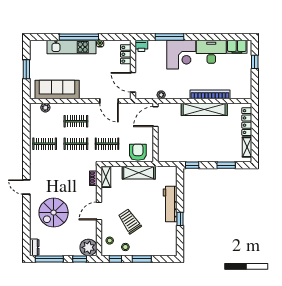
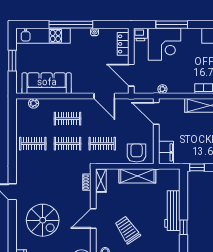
kitchen unit: (71, 47) -> (43, 36), moved
corner desk: (181, 55) -> (164, 44), moved
door: (155, 117) -> (156, 113), hinge flipped
filing cabinet: (164, 152) -> (166, 152), added
spiral stairs: (54, 213) -> (43, 220), turned -90

